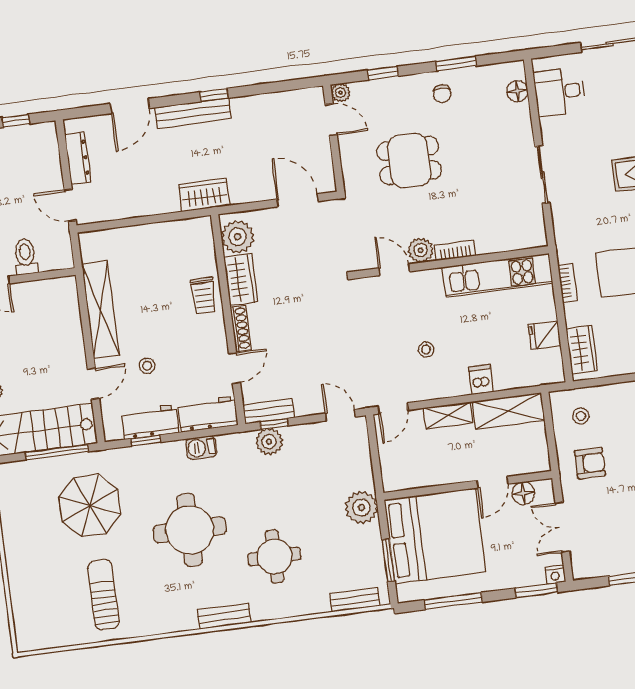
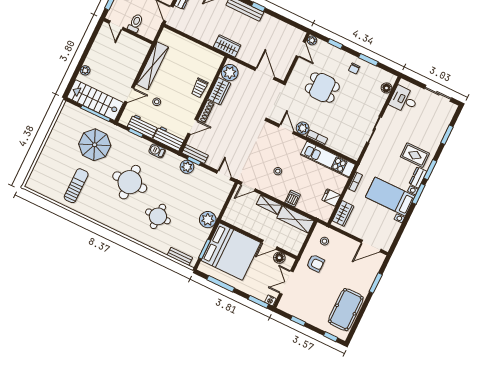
bench: (224, 616) -> (121, 228), removed

